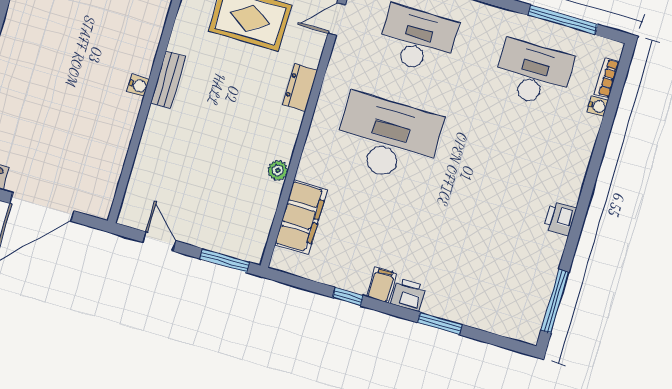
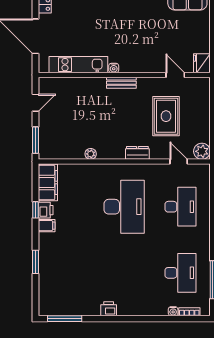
kitchen unit: (114, 146) -> (78, 65), added
filing cabinet: (301, 217) -> (48, 183), moved, turned -90
printer: (408, 295) -> (46, 210), moved

